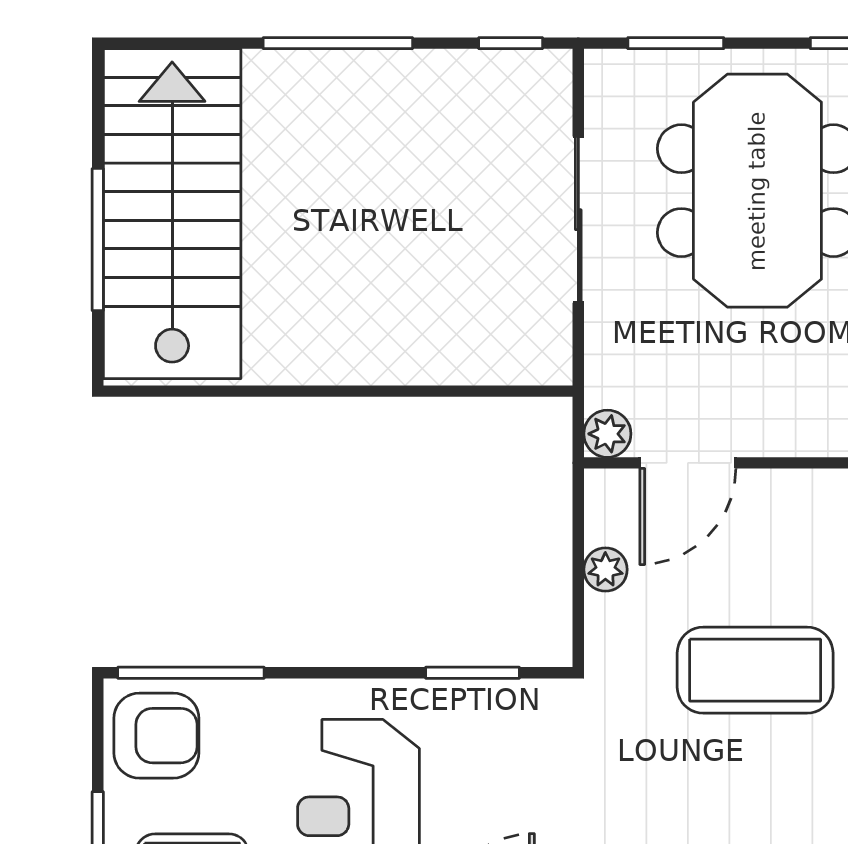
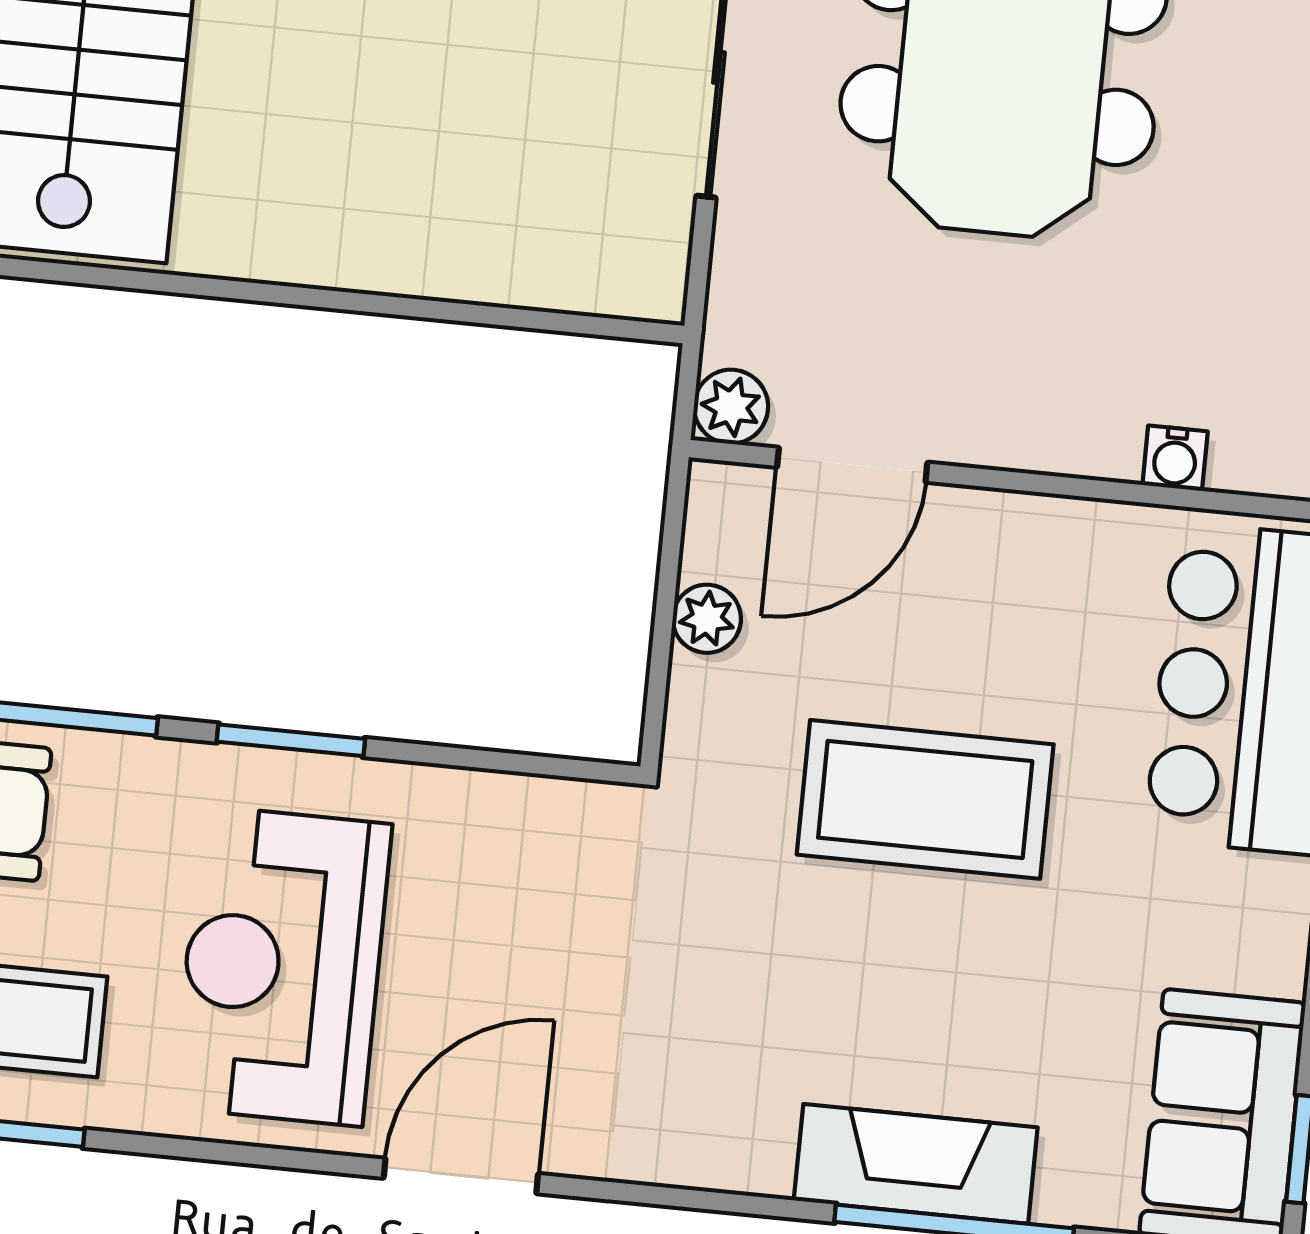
window: (473, 673) -> (291, 740), moved

